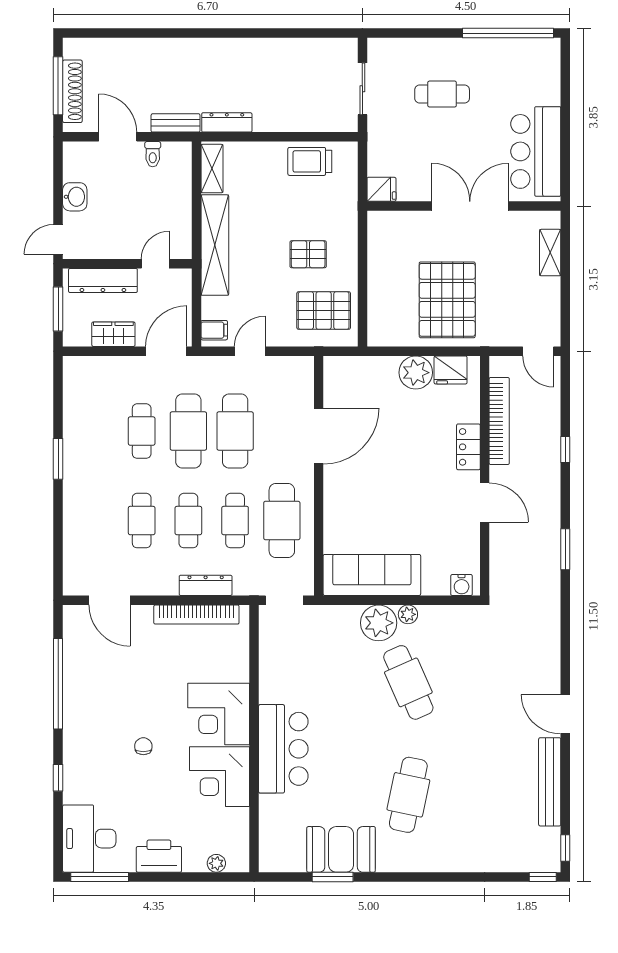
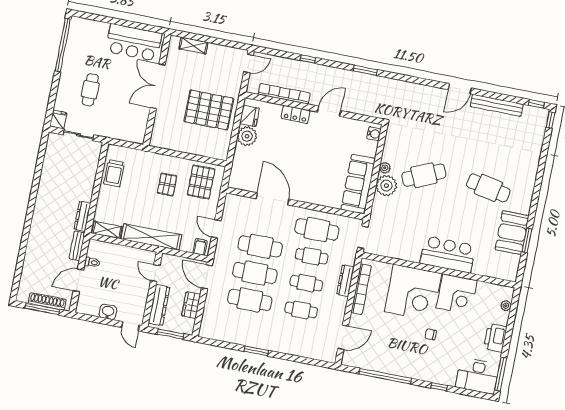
fridge: (381, 189) -> (58, 119), moved
cafe table: (142, 431) -> (250, 300), width x1.37, depth x1.35
corner desk: (219, 714) -> (413, 293), width x1.36, depth x1.36

